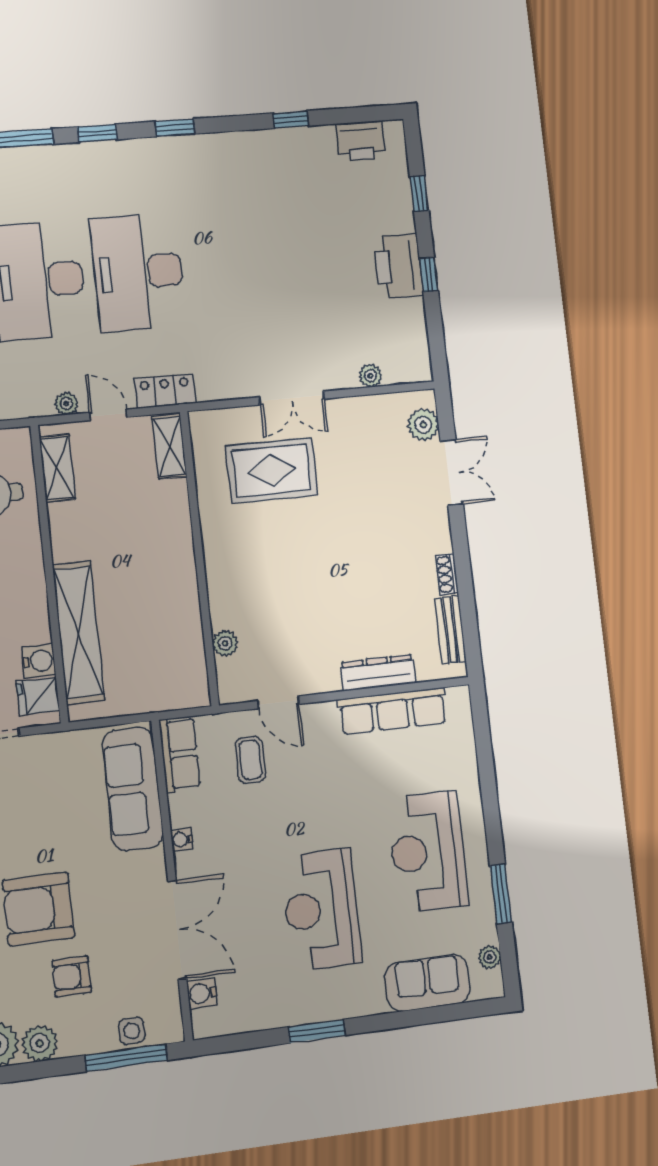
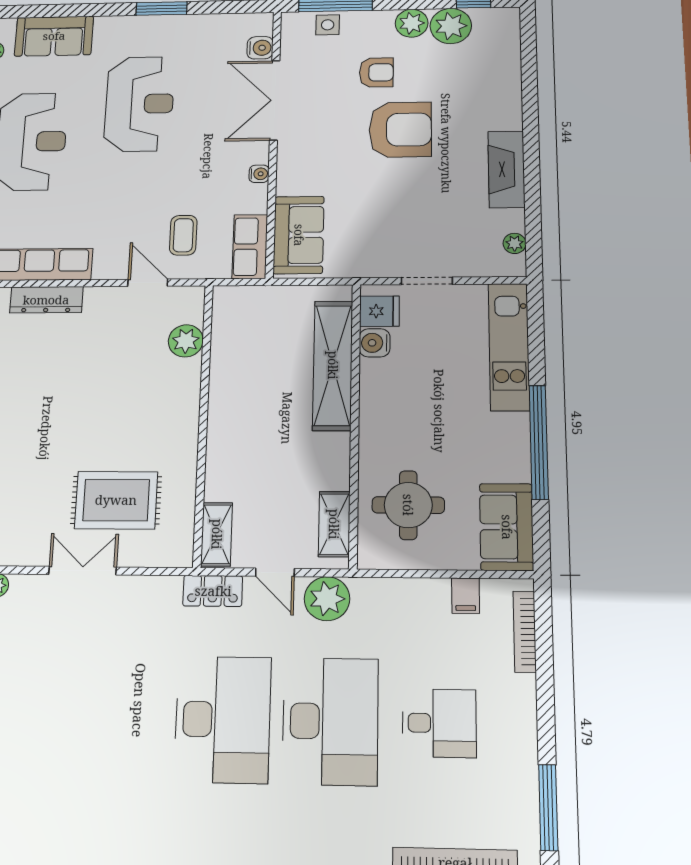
plant: (66, 404) -> (327, 599), width x1.87, depth x1.87
plant: (225, 643) -> (186, 341), width x1.38, depth x1.38
sofa: (133, 789) -> (299, 235), width x0.73

